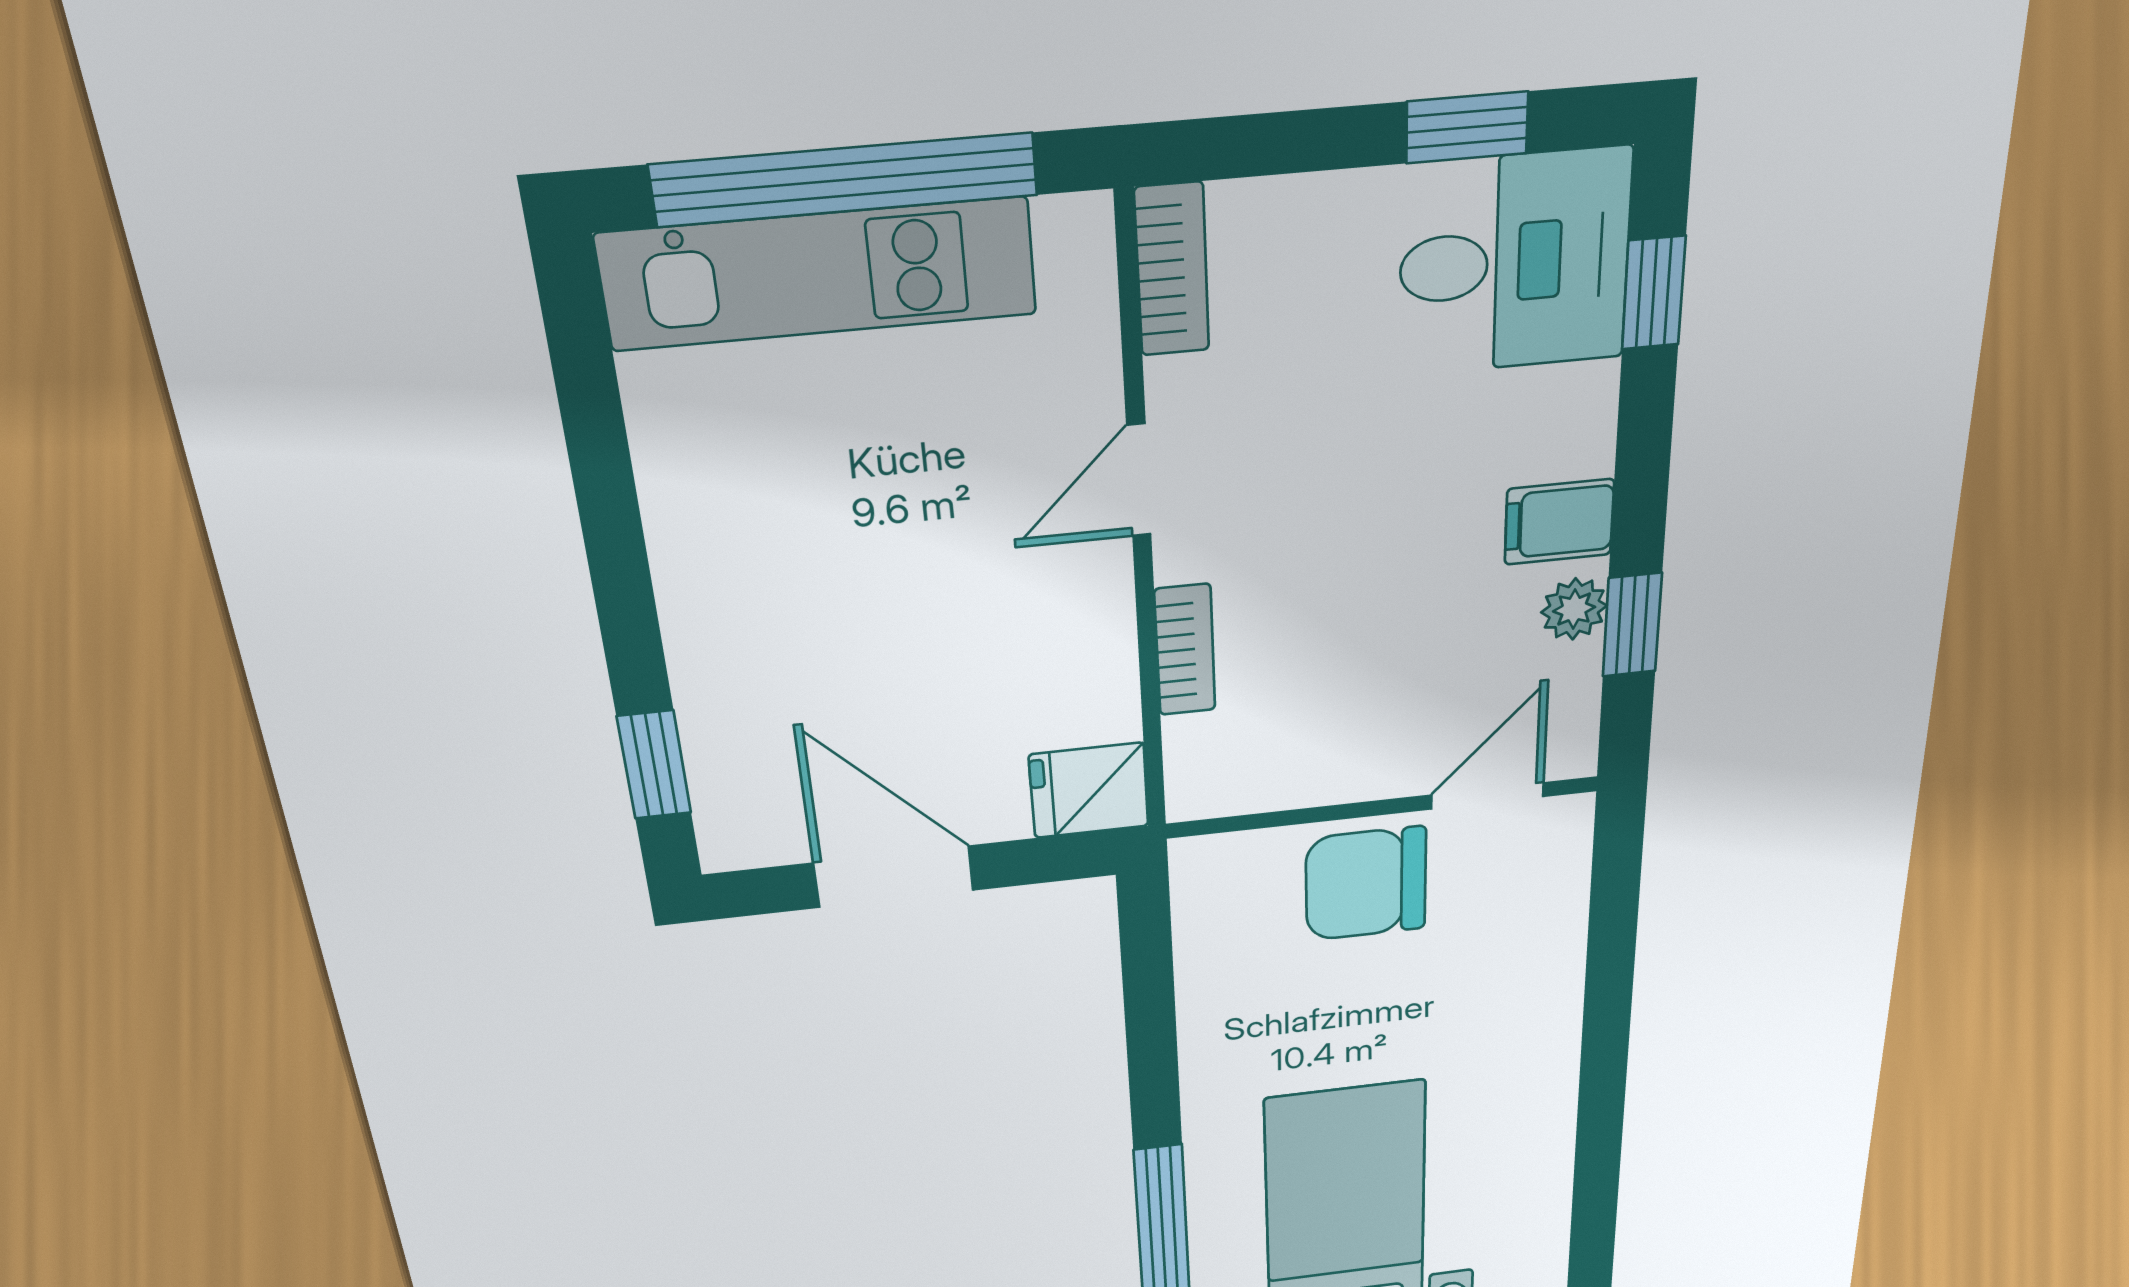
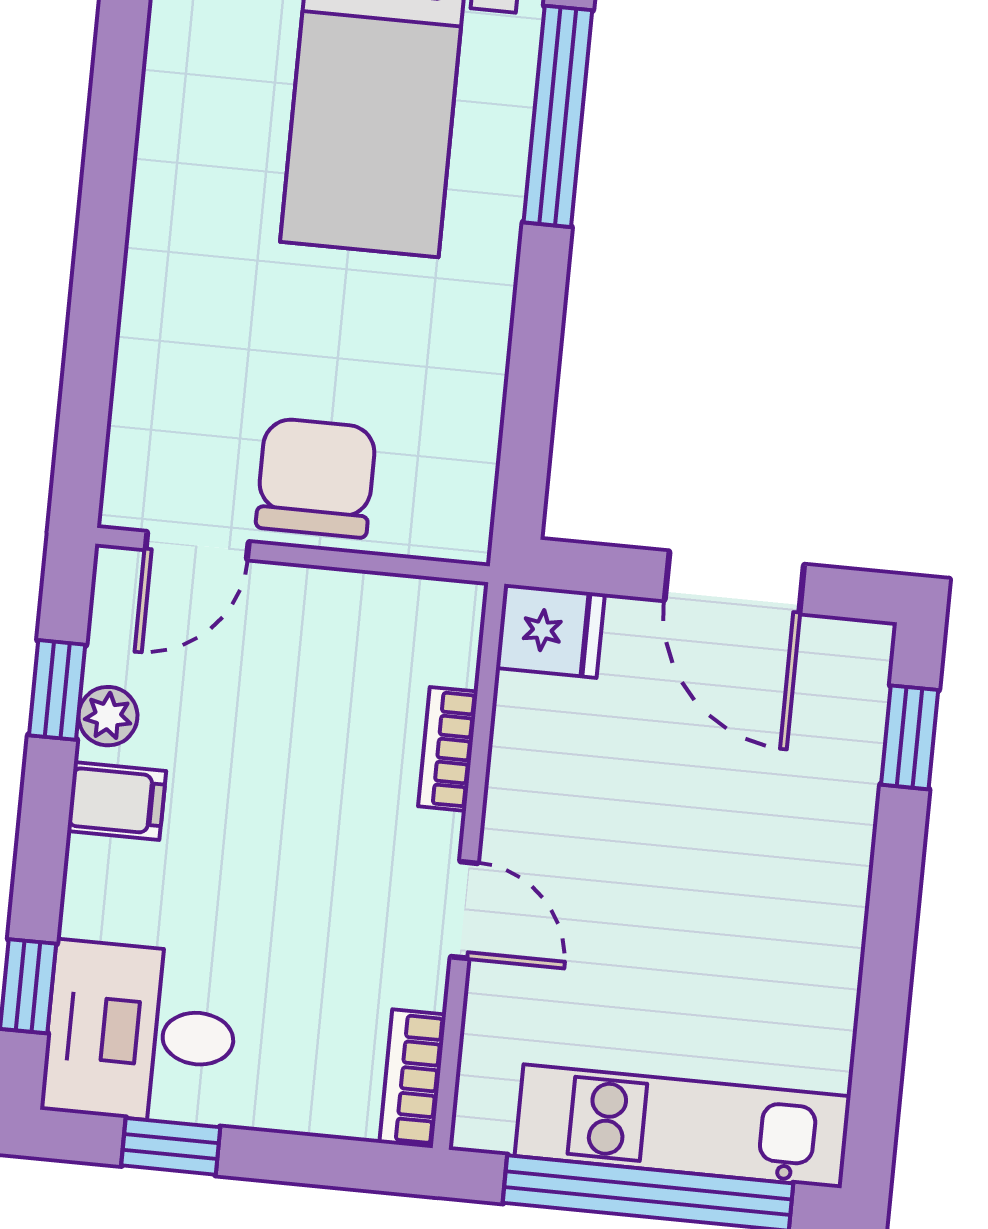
door: (1139, 480) -> (464, 910), hinge flipped
chair: (1366, 884) -> (316, 478), turned -90

